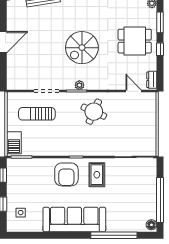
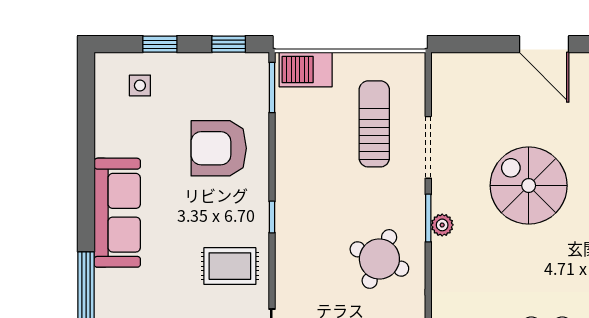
spiral stairs: (82, 48) -> (529, 186), moved
armchair: (66, 174) -> (219, 148), moved
sofa: (74, 219) -> (117, 213), width x0.74, depth x0.79

